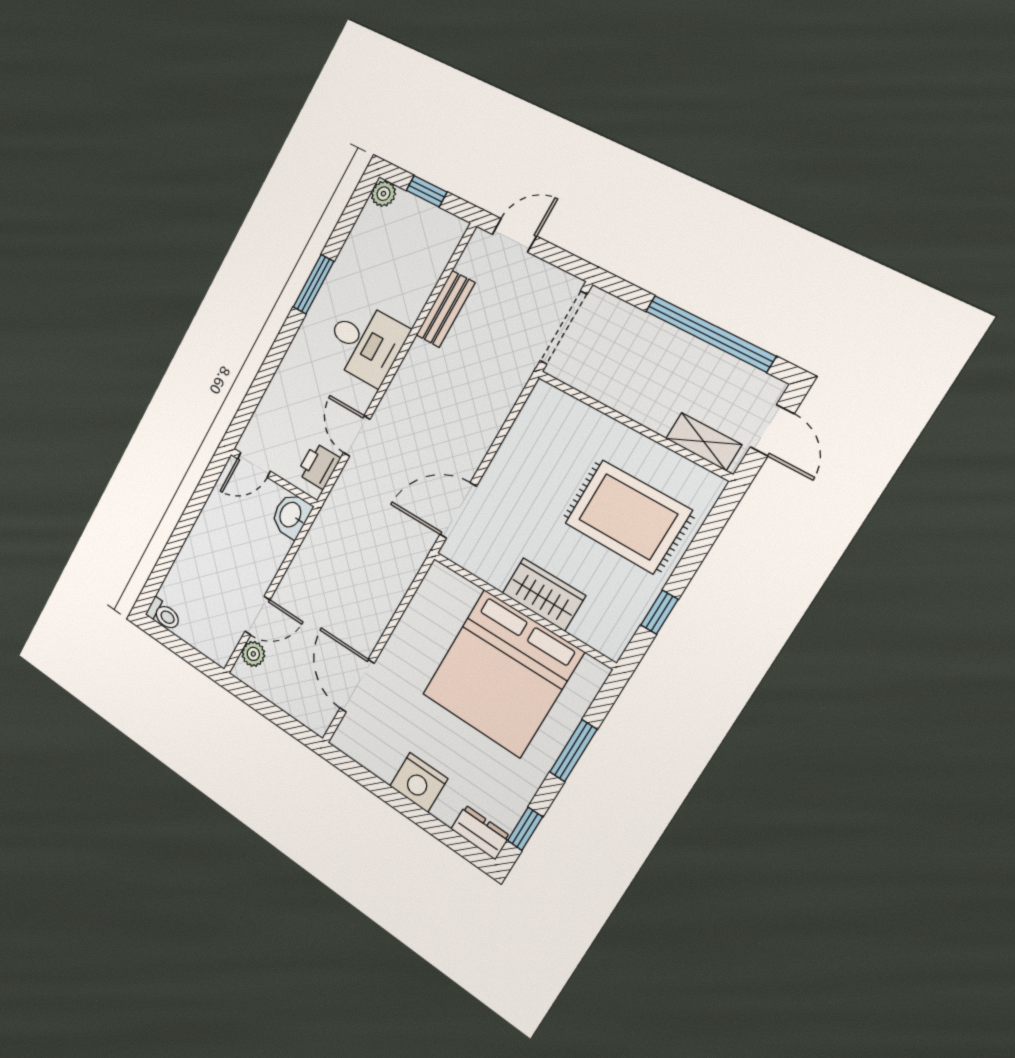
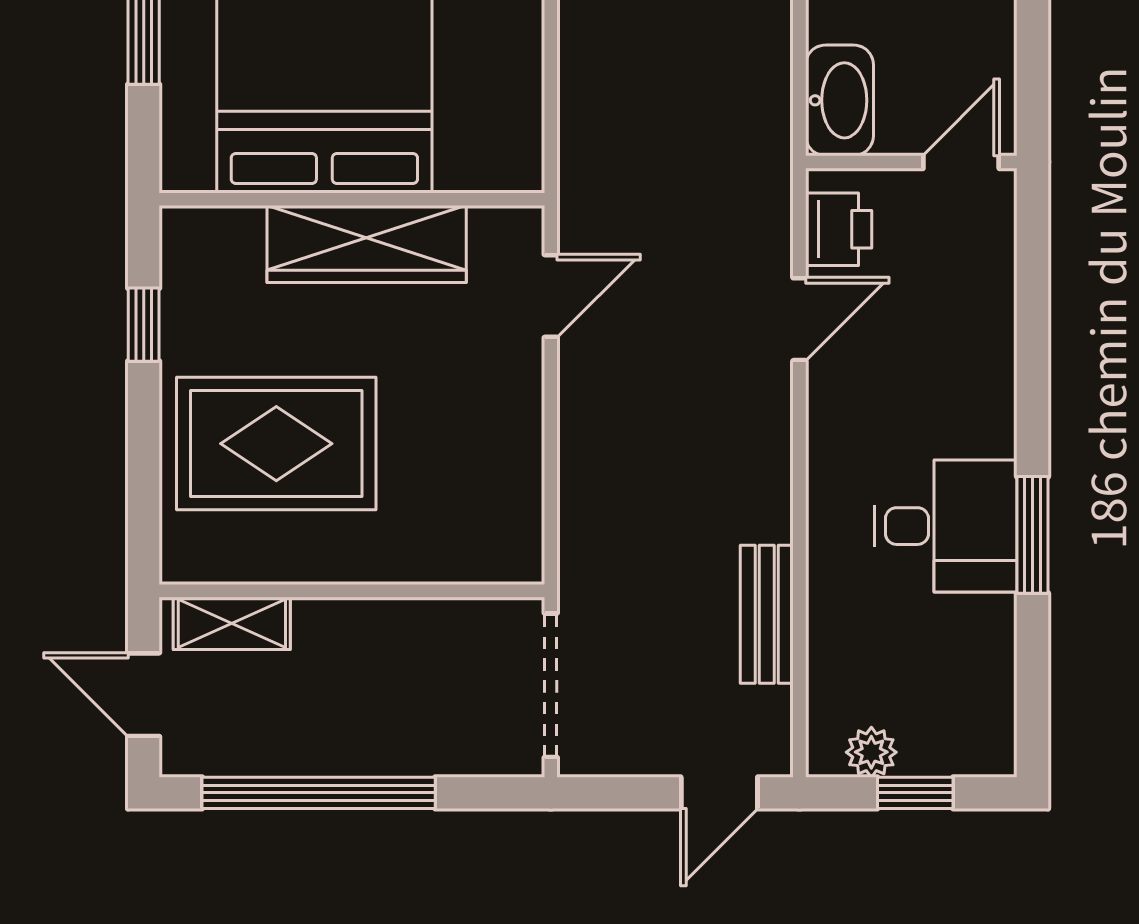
plant: (383, 194) -> (871, 752), moved
desk: (365, 343) -> (946, 526), moved, turned 180
door: (357, 436) -> (799, 319), hinge flipped
door: (458, 510) -> (551, 296), width x0.73
washbasin: (291, 515) -> (840, 100), width x1.38
wardrobe: (544, 594) -> (367, 244), width x1.50

